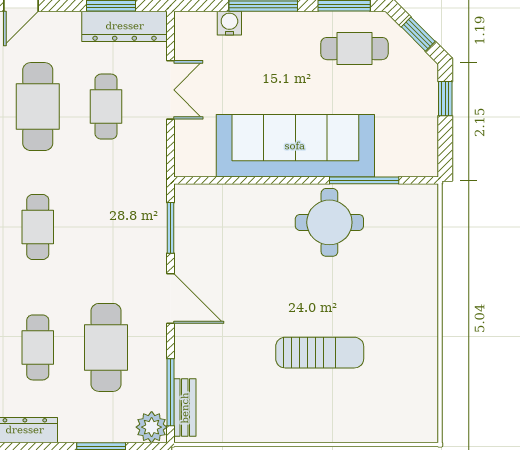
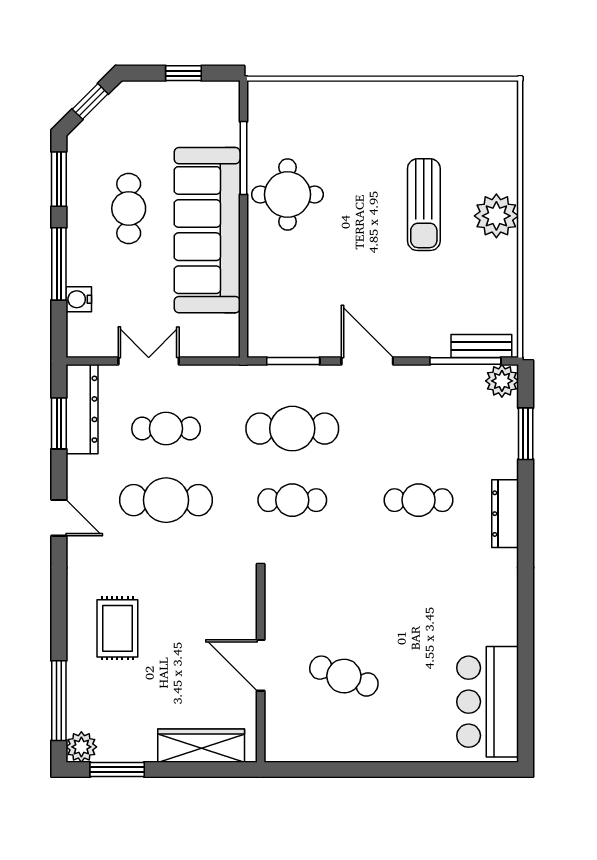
cafe table: (354, 49) -> (129, 208), moved
window: (445, 99) -> (183, 73), moved
door: (170, 299) -> (367, 361), hinge flipped
cafe table: (106, 347) -> (292, 429), moved
sun lounger: (320, 353) -> (424, 205), turned 180
plant: (309, 422) -> (496, 216), added

